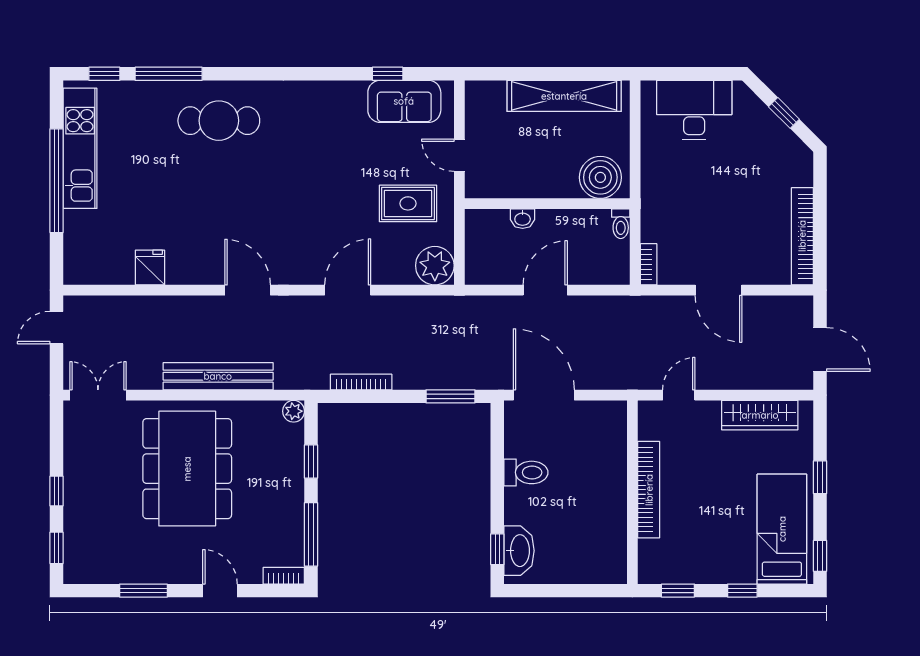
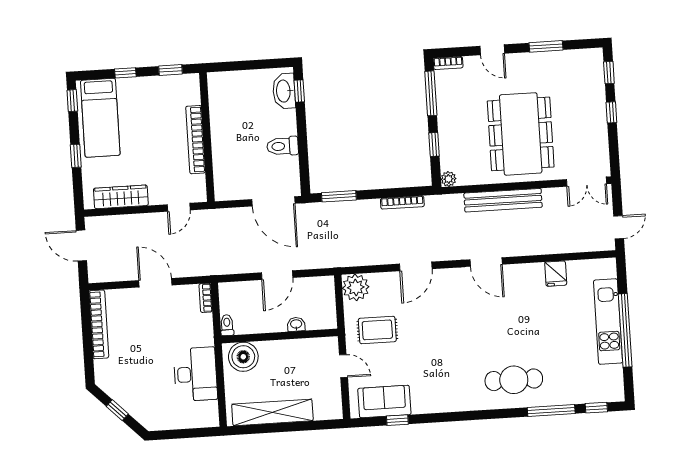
desk: (694, 110) -> (195, 374), moved, turned -90
kitchen unit: (80, 148) -> (608, 322), moved

